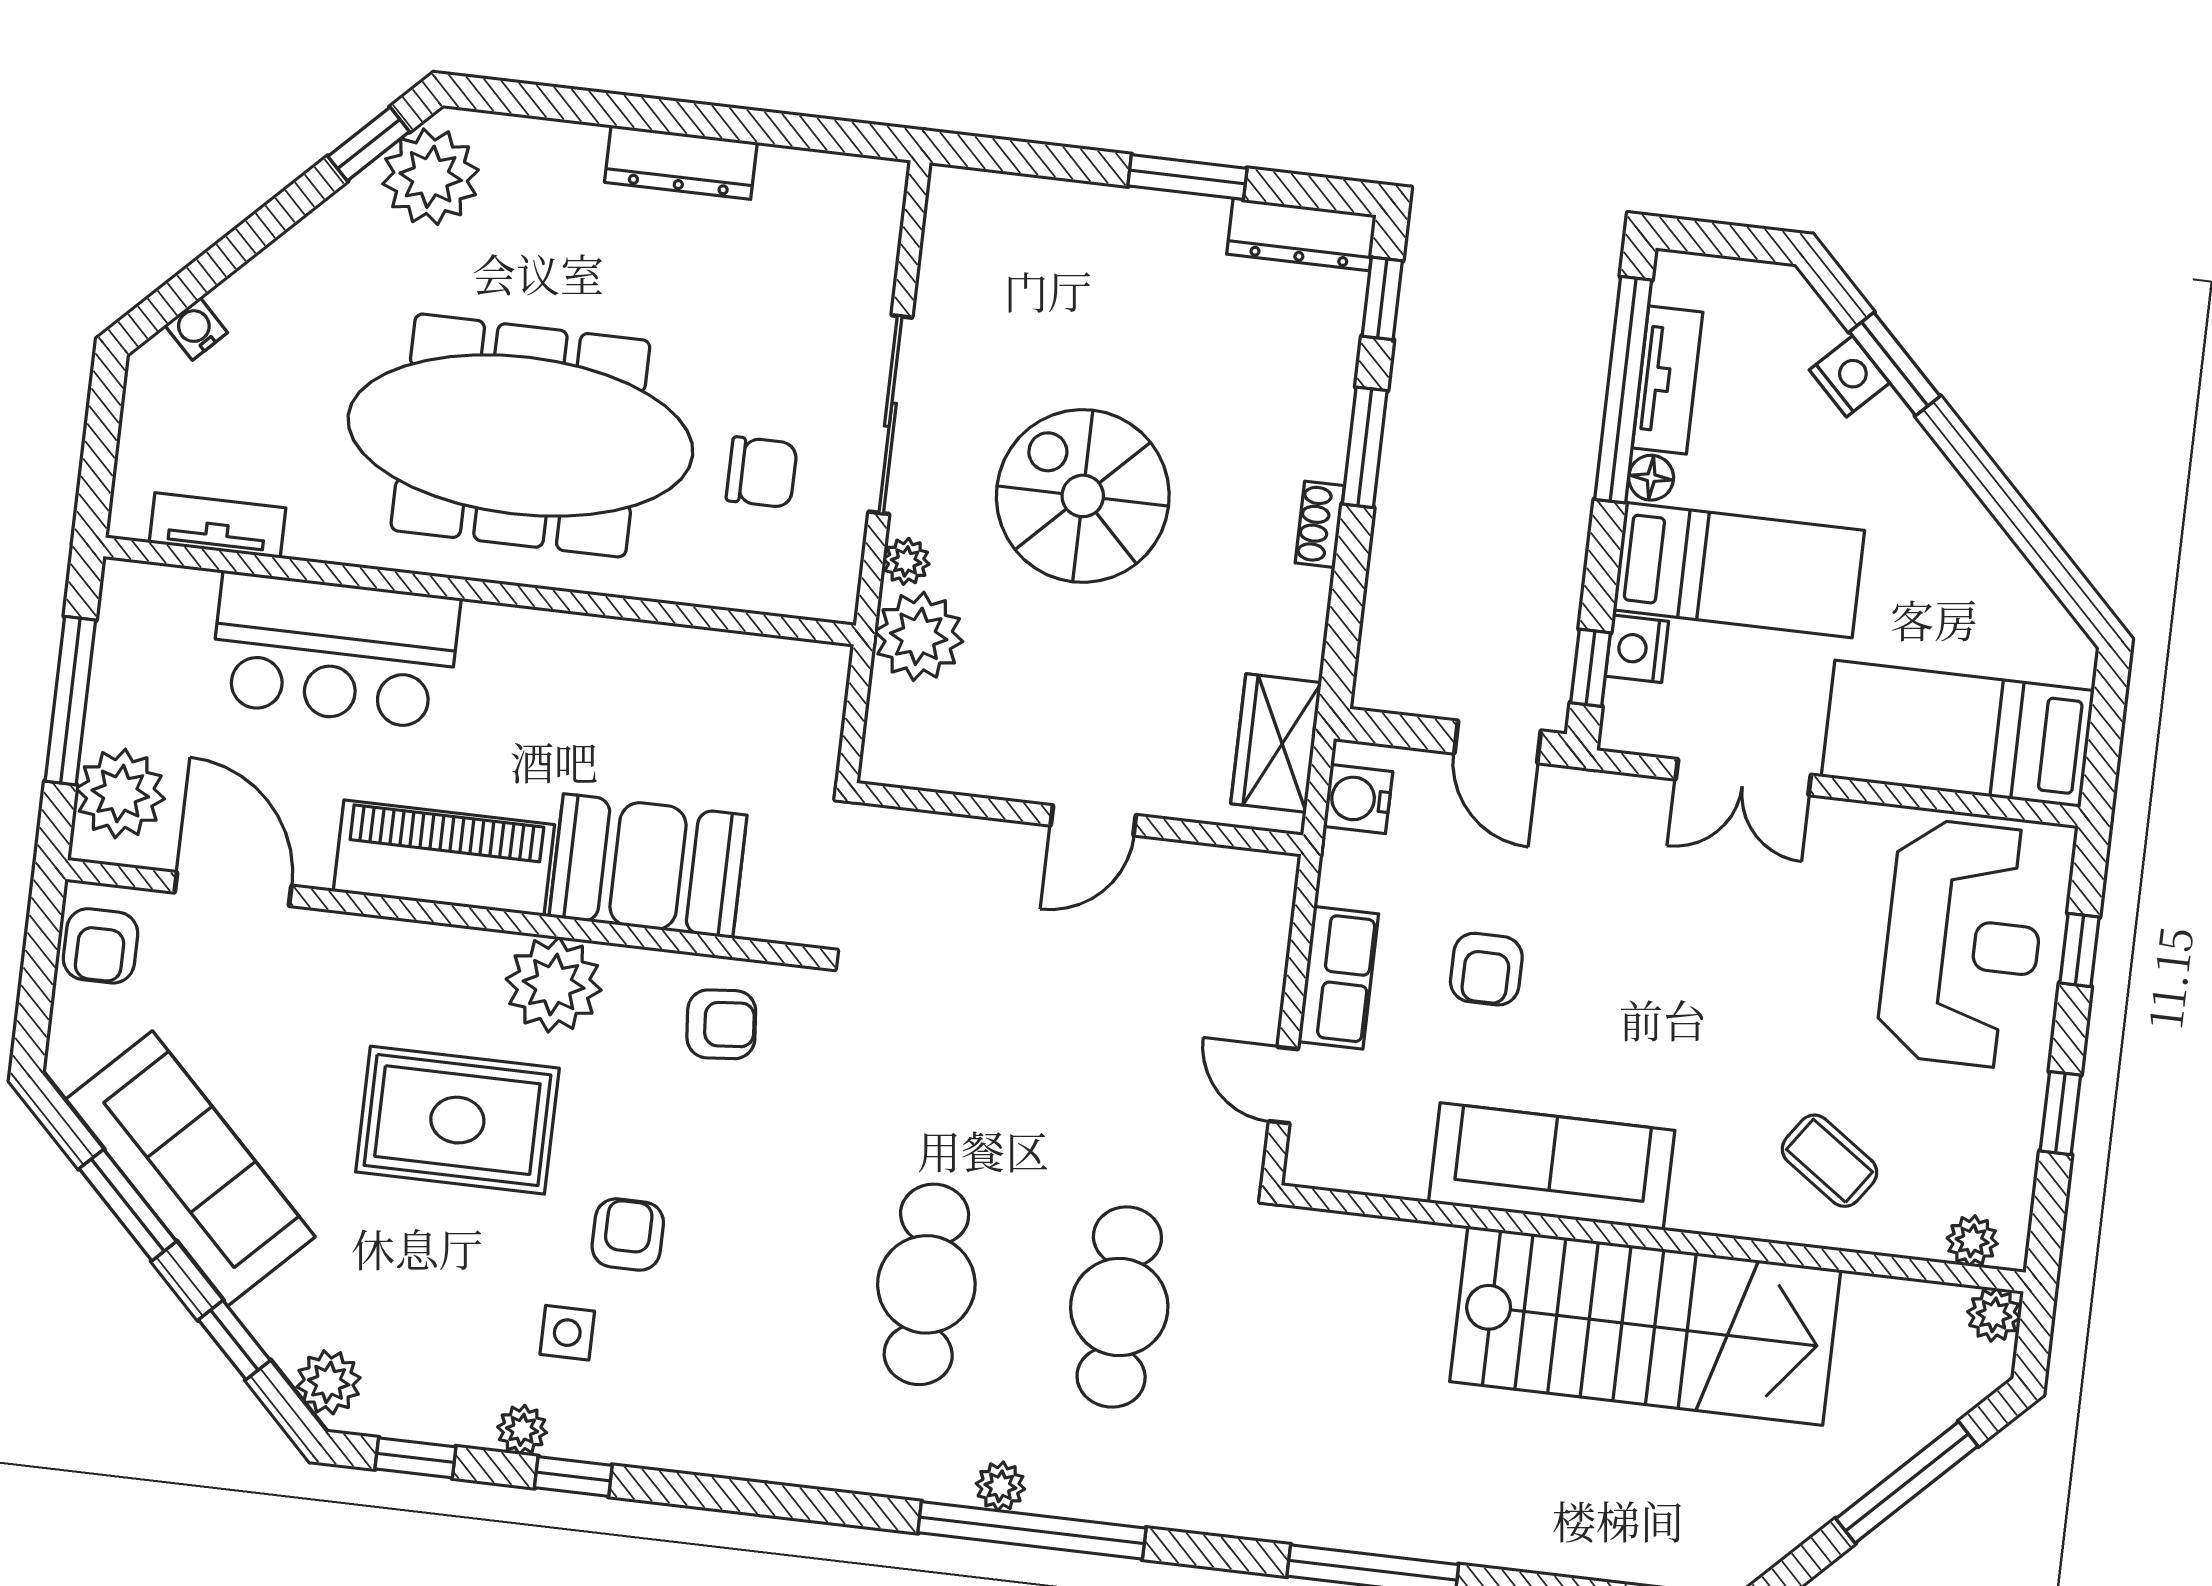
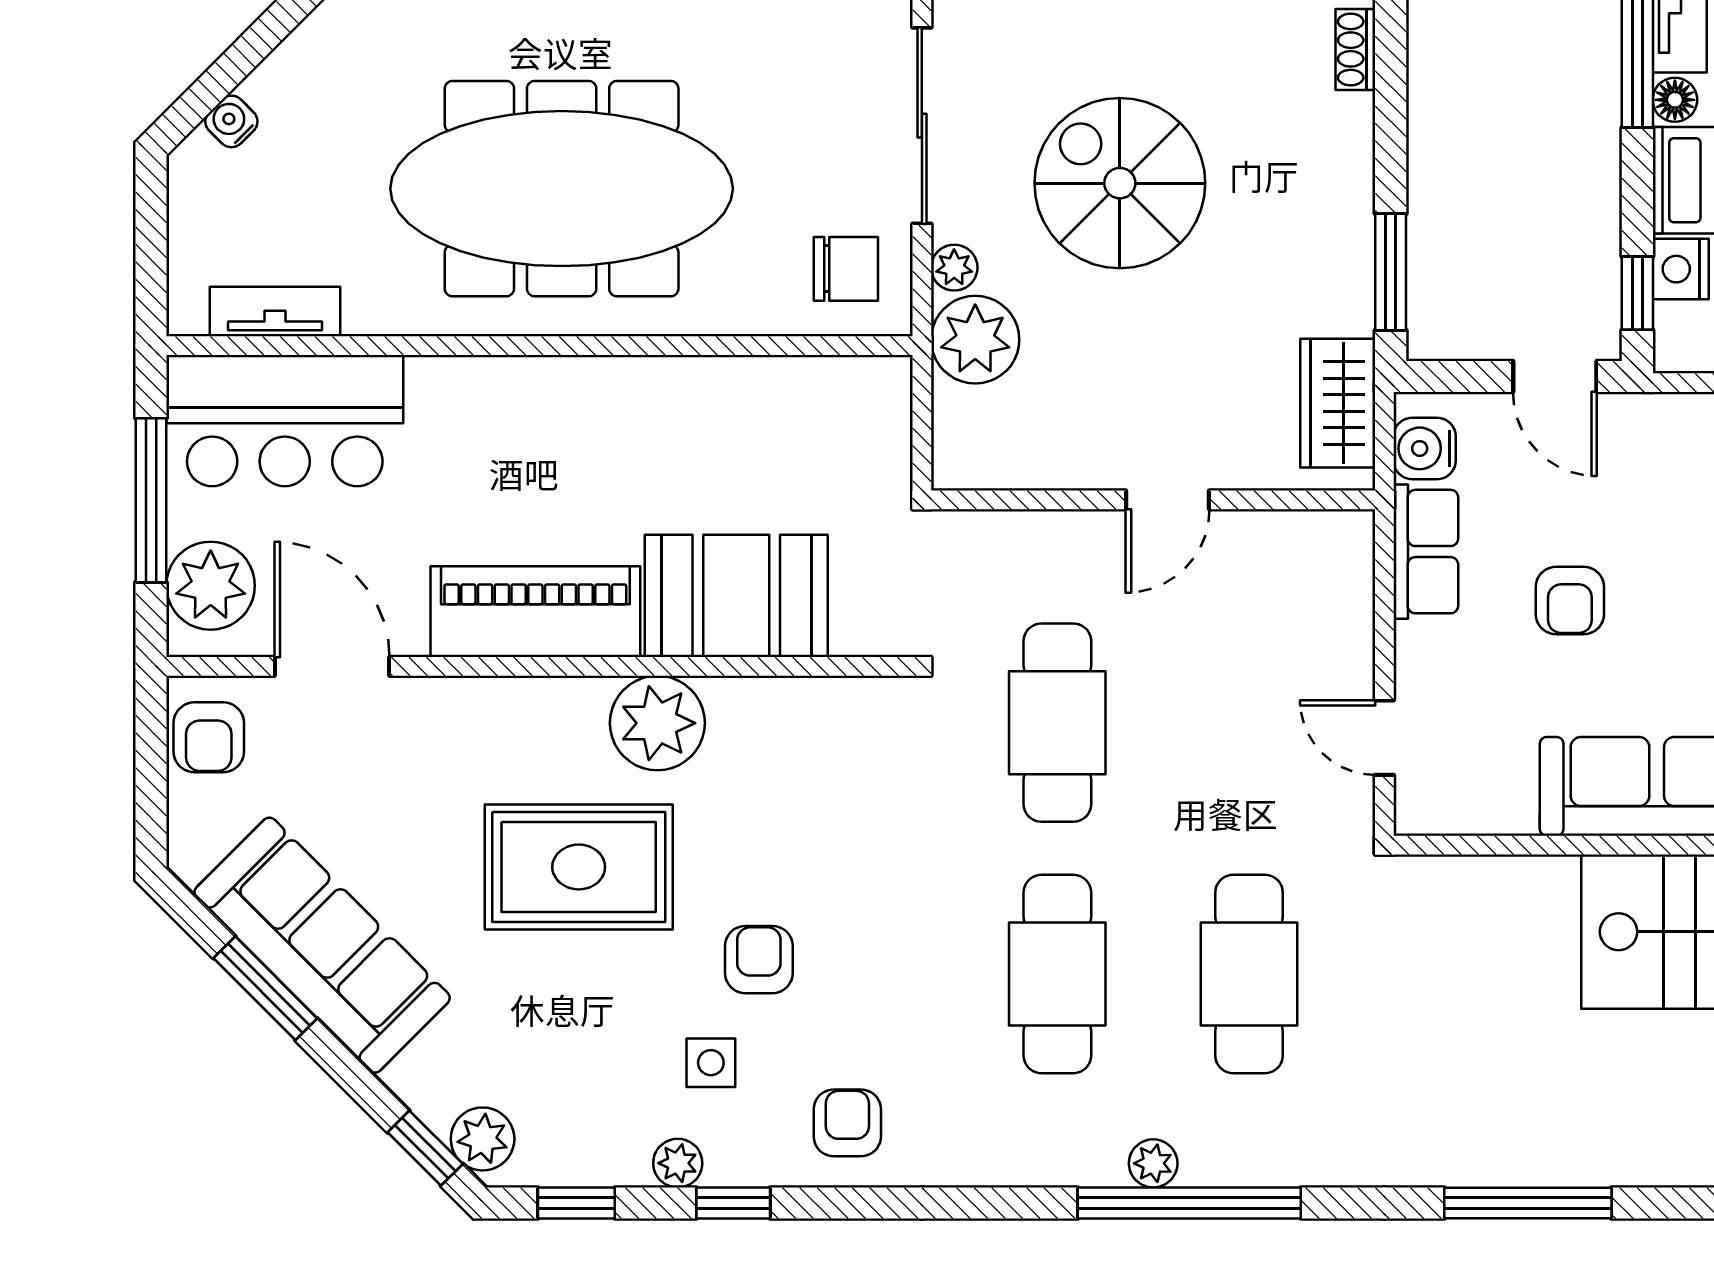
window: (1365, 447) -> (1391, 272), moved
chair: (762, 472) -> (846, 269), moved
shoe rack: (1320, 524) -> (1355, 50), moved
bar counter: (335, 650) -> (285, 421), moved
row of seats: (1338, 978) -> (1426, 552), moved
armchair: (721, 1024) -> (847, 1123), moved, turned -85
cafe table: (956, 1031) -> (1057, 723), added
window: (234, 1340) -> (425, 1148), moved

